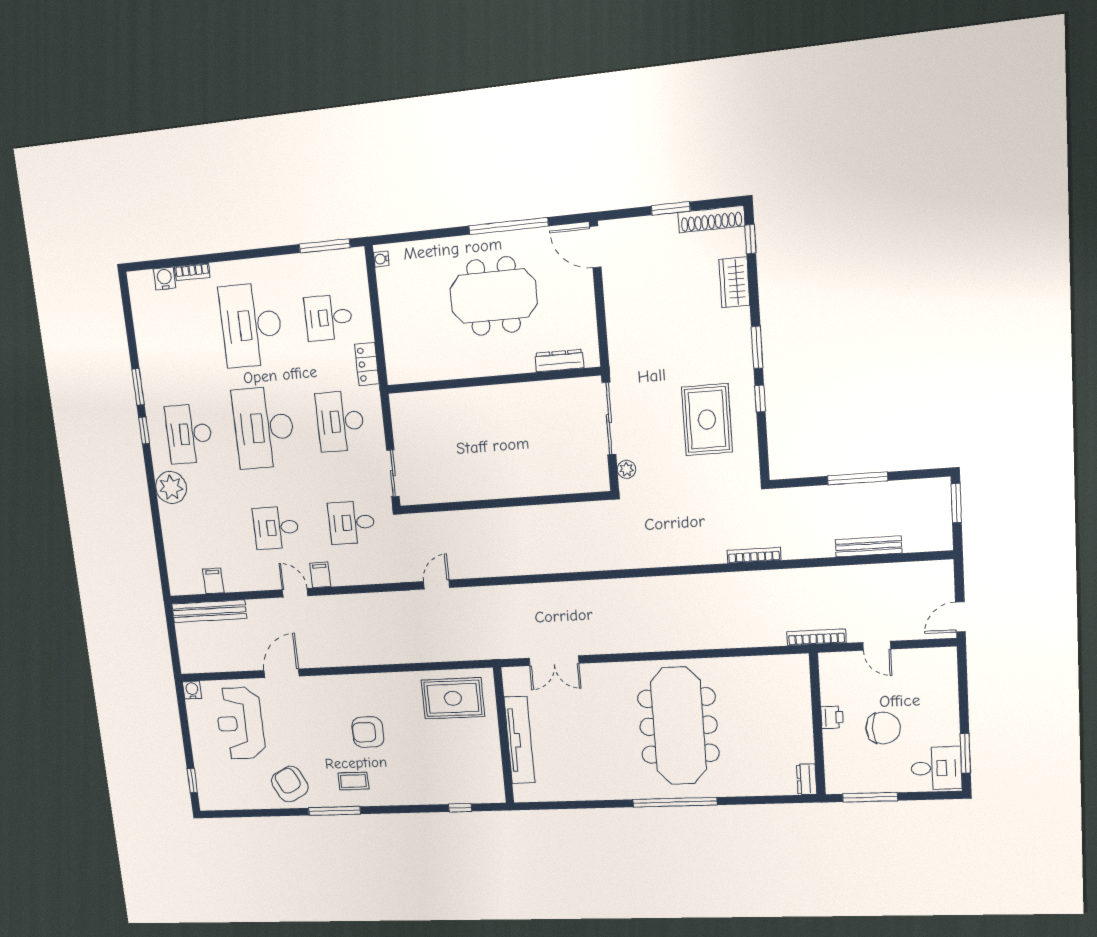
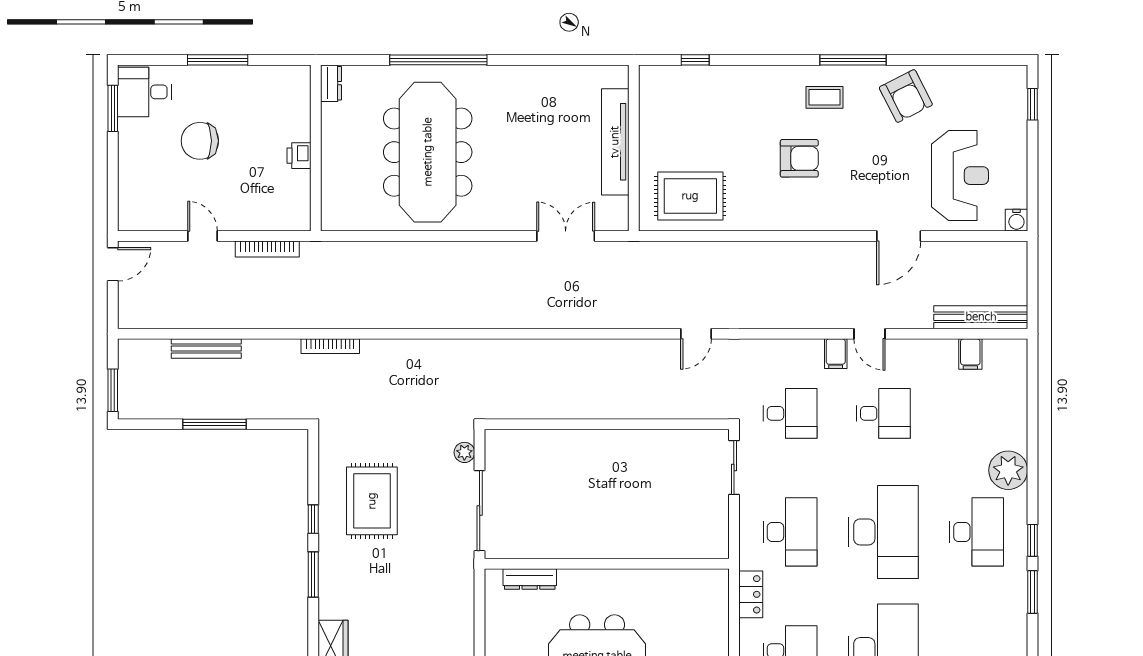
printer: (832, 717) -> (299, 156), moved
wall: (817, 724) -> (316, 148), moved
dresser: (807, 779) -> (331, 83), moved

